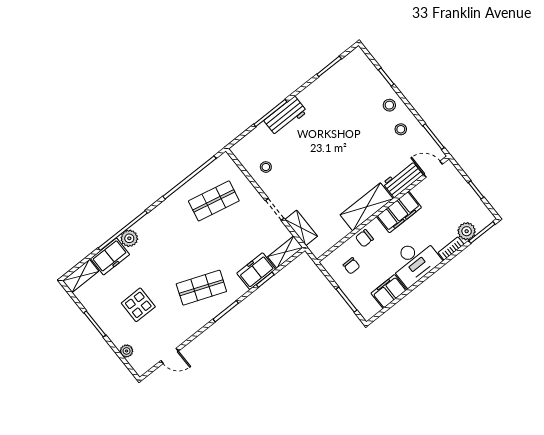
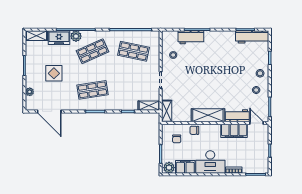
workbench: (345, 68) -> (252, 37), added
workbench: (286, 116) -> (191, 37), moved
filing cabinet: (399, 212) -> (234, 131), moved
shelving: (301, 228) -> (167, 111), moved
plant: (467, 231) -> (169, 168), moved
shop shelf: (164, 241) -> (93, 51), added
freezer: (256, 271) -> (127, 104), removed
shop shelf: (201, 288) -> (93, 90), turned -30
door: (170, 356) -> (49, 111), width x1.88

